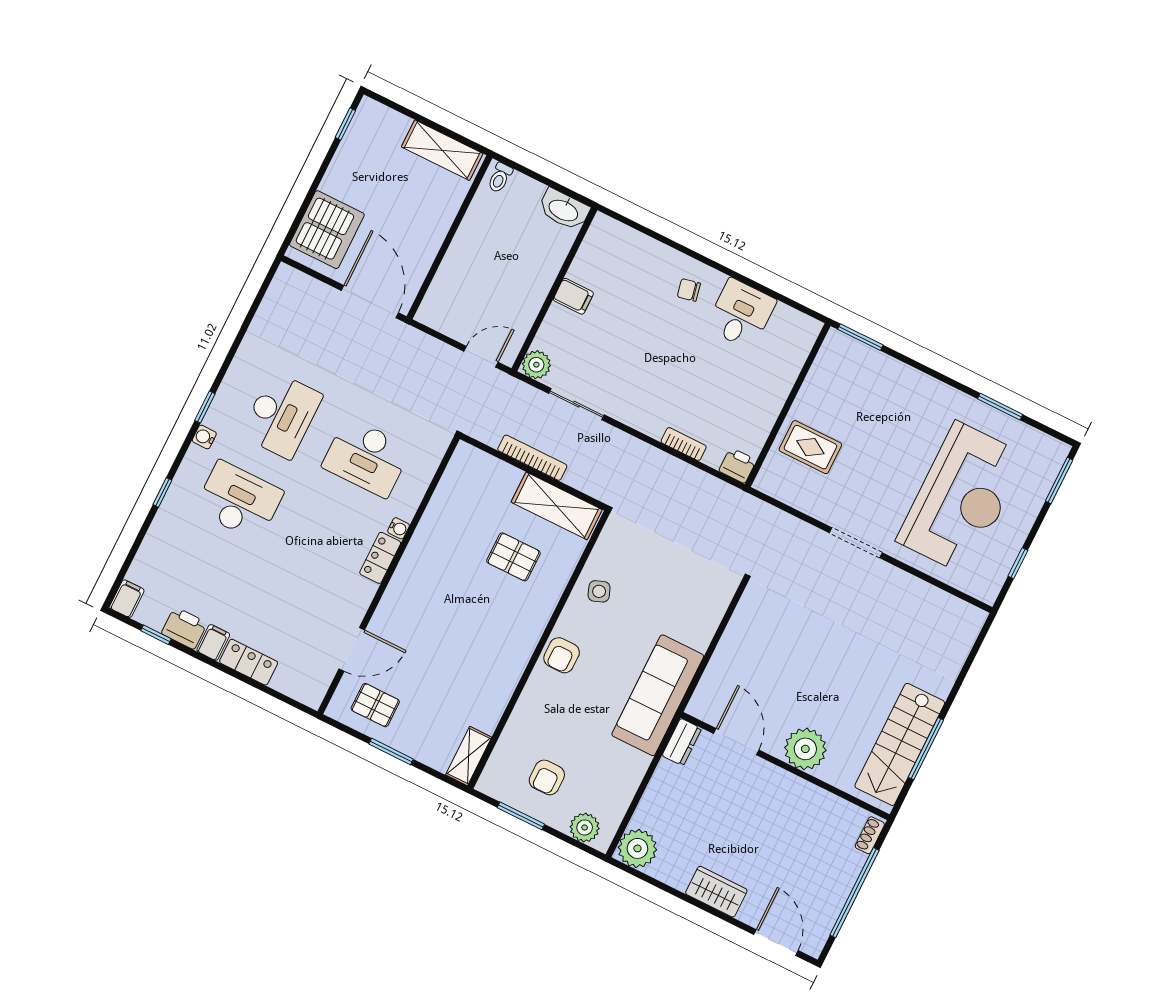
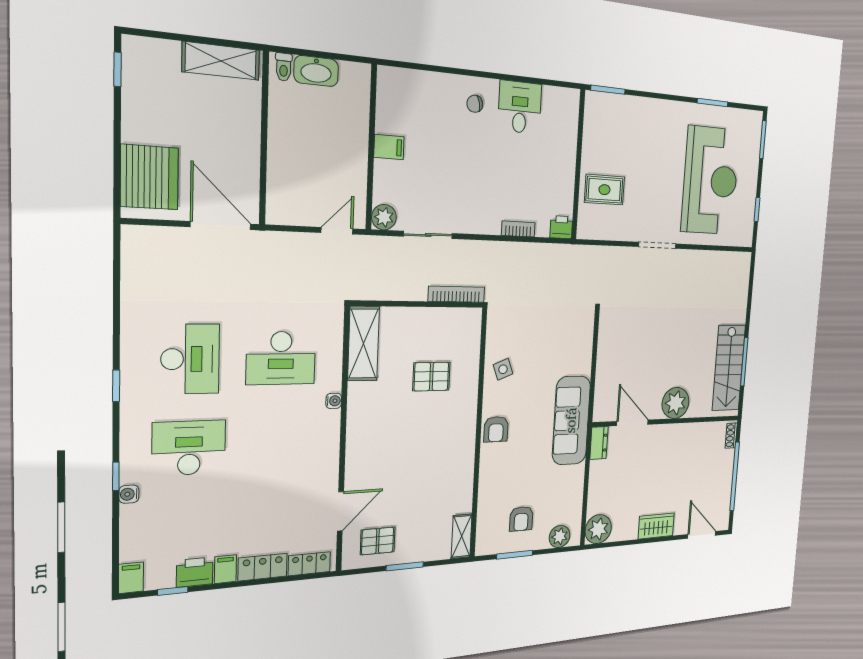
washbasin: (564, 210) -> (316, 71), moved
water cooler: (204, 437) -> (129, 494), moved
bookcase: (532, 458) -> (456, 294), moved
shelving: (557, 506) -> (363, 344), moved, turned 90
locker: (380, 558) -> (309, 564), moved, turned 90

